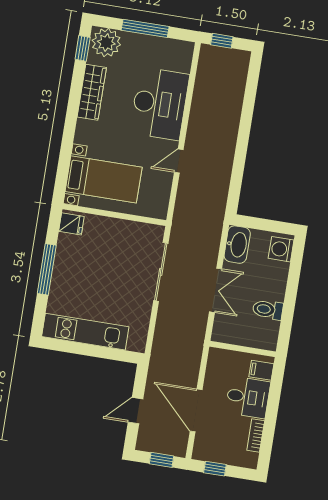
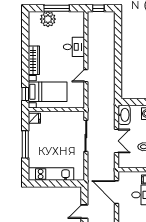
plant: (106, 43) -> (48, 19), moved
window: (83, 48) -> (25, 94), moved
wardrobe: (92, 92) -> (34, 60), moved
desk: (160, 104) -> (74, 47), width x0.53, depth x0.77
door: (196, 410) -> (116, 192), moved

